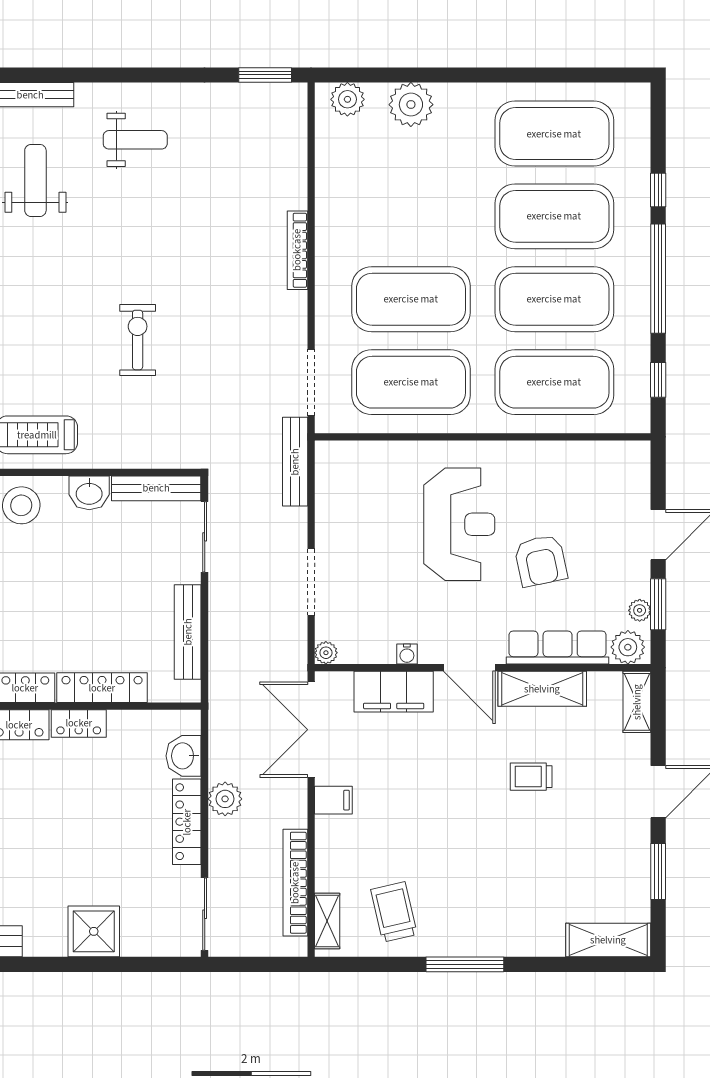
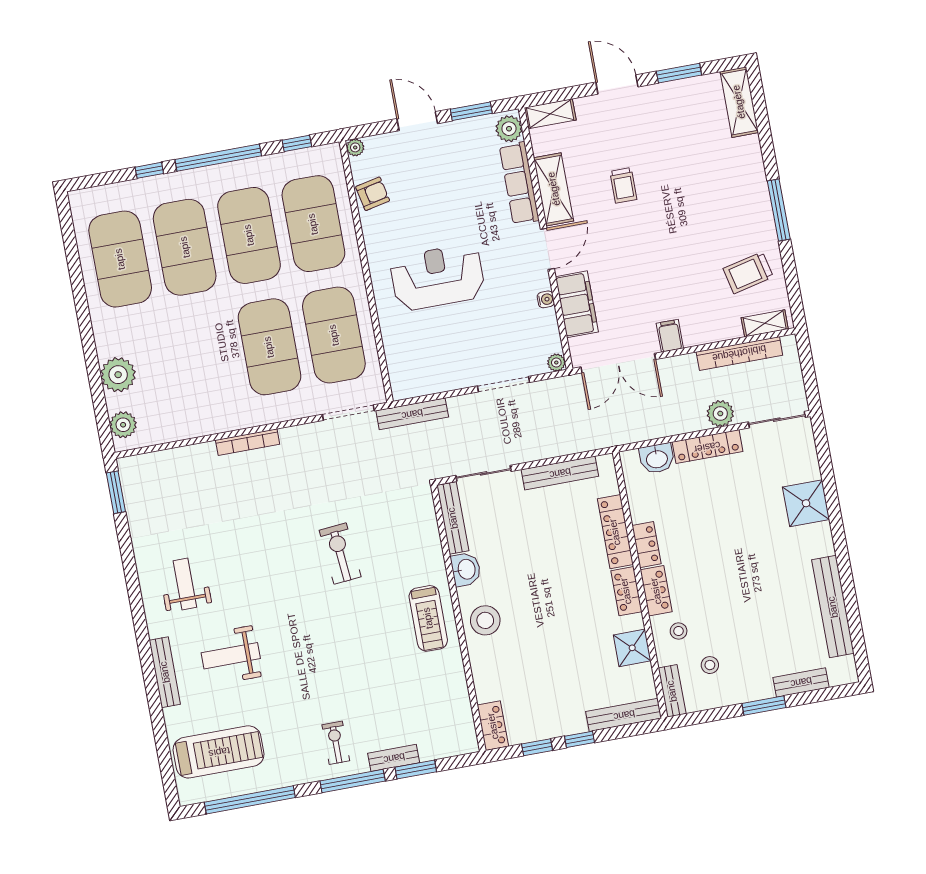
exercise bike: (138, 340) -> (340, 554), turned 85
armchair: (541, 561) -> (373, 194), moved, width x0.72, depth x0.72
plant: (640, 610) -> (355, 147), moved
plant: (225, 799) -> (720, 414), moved

